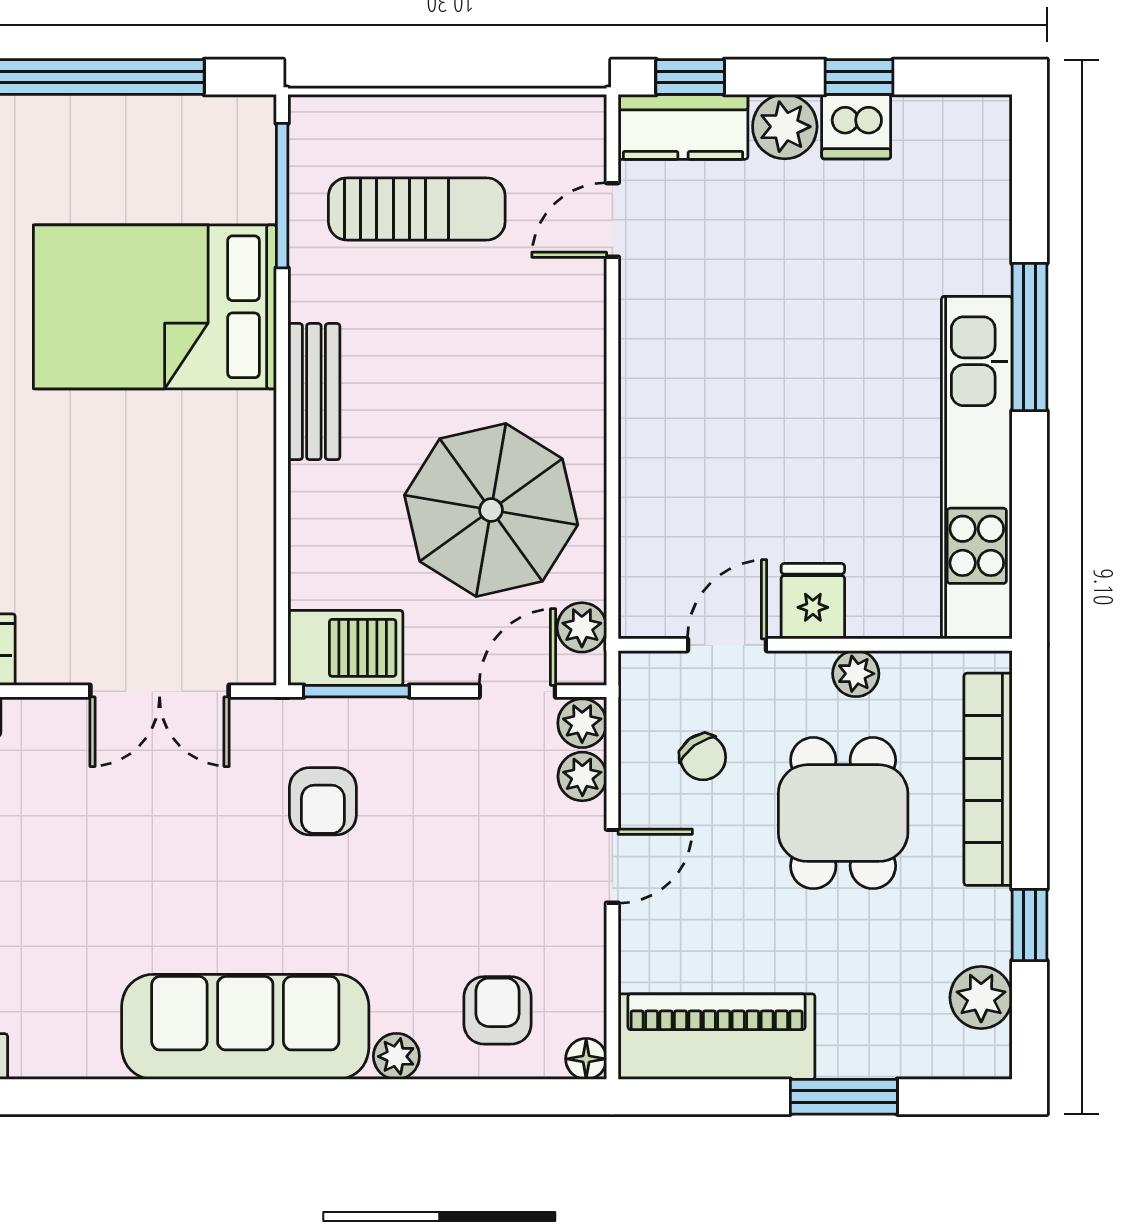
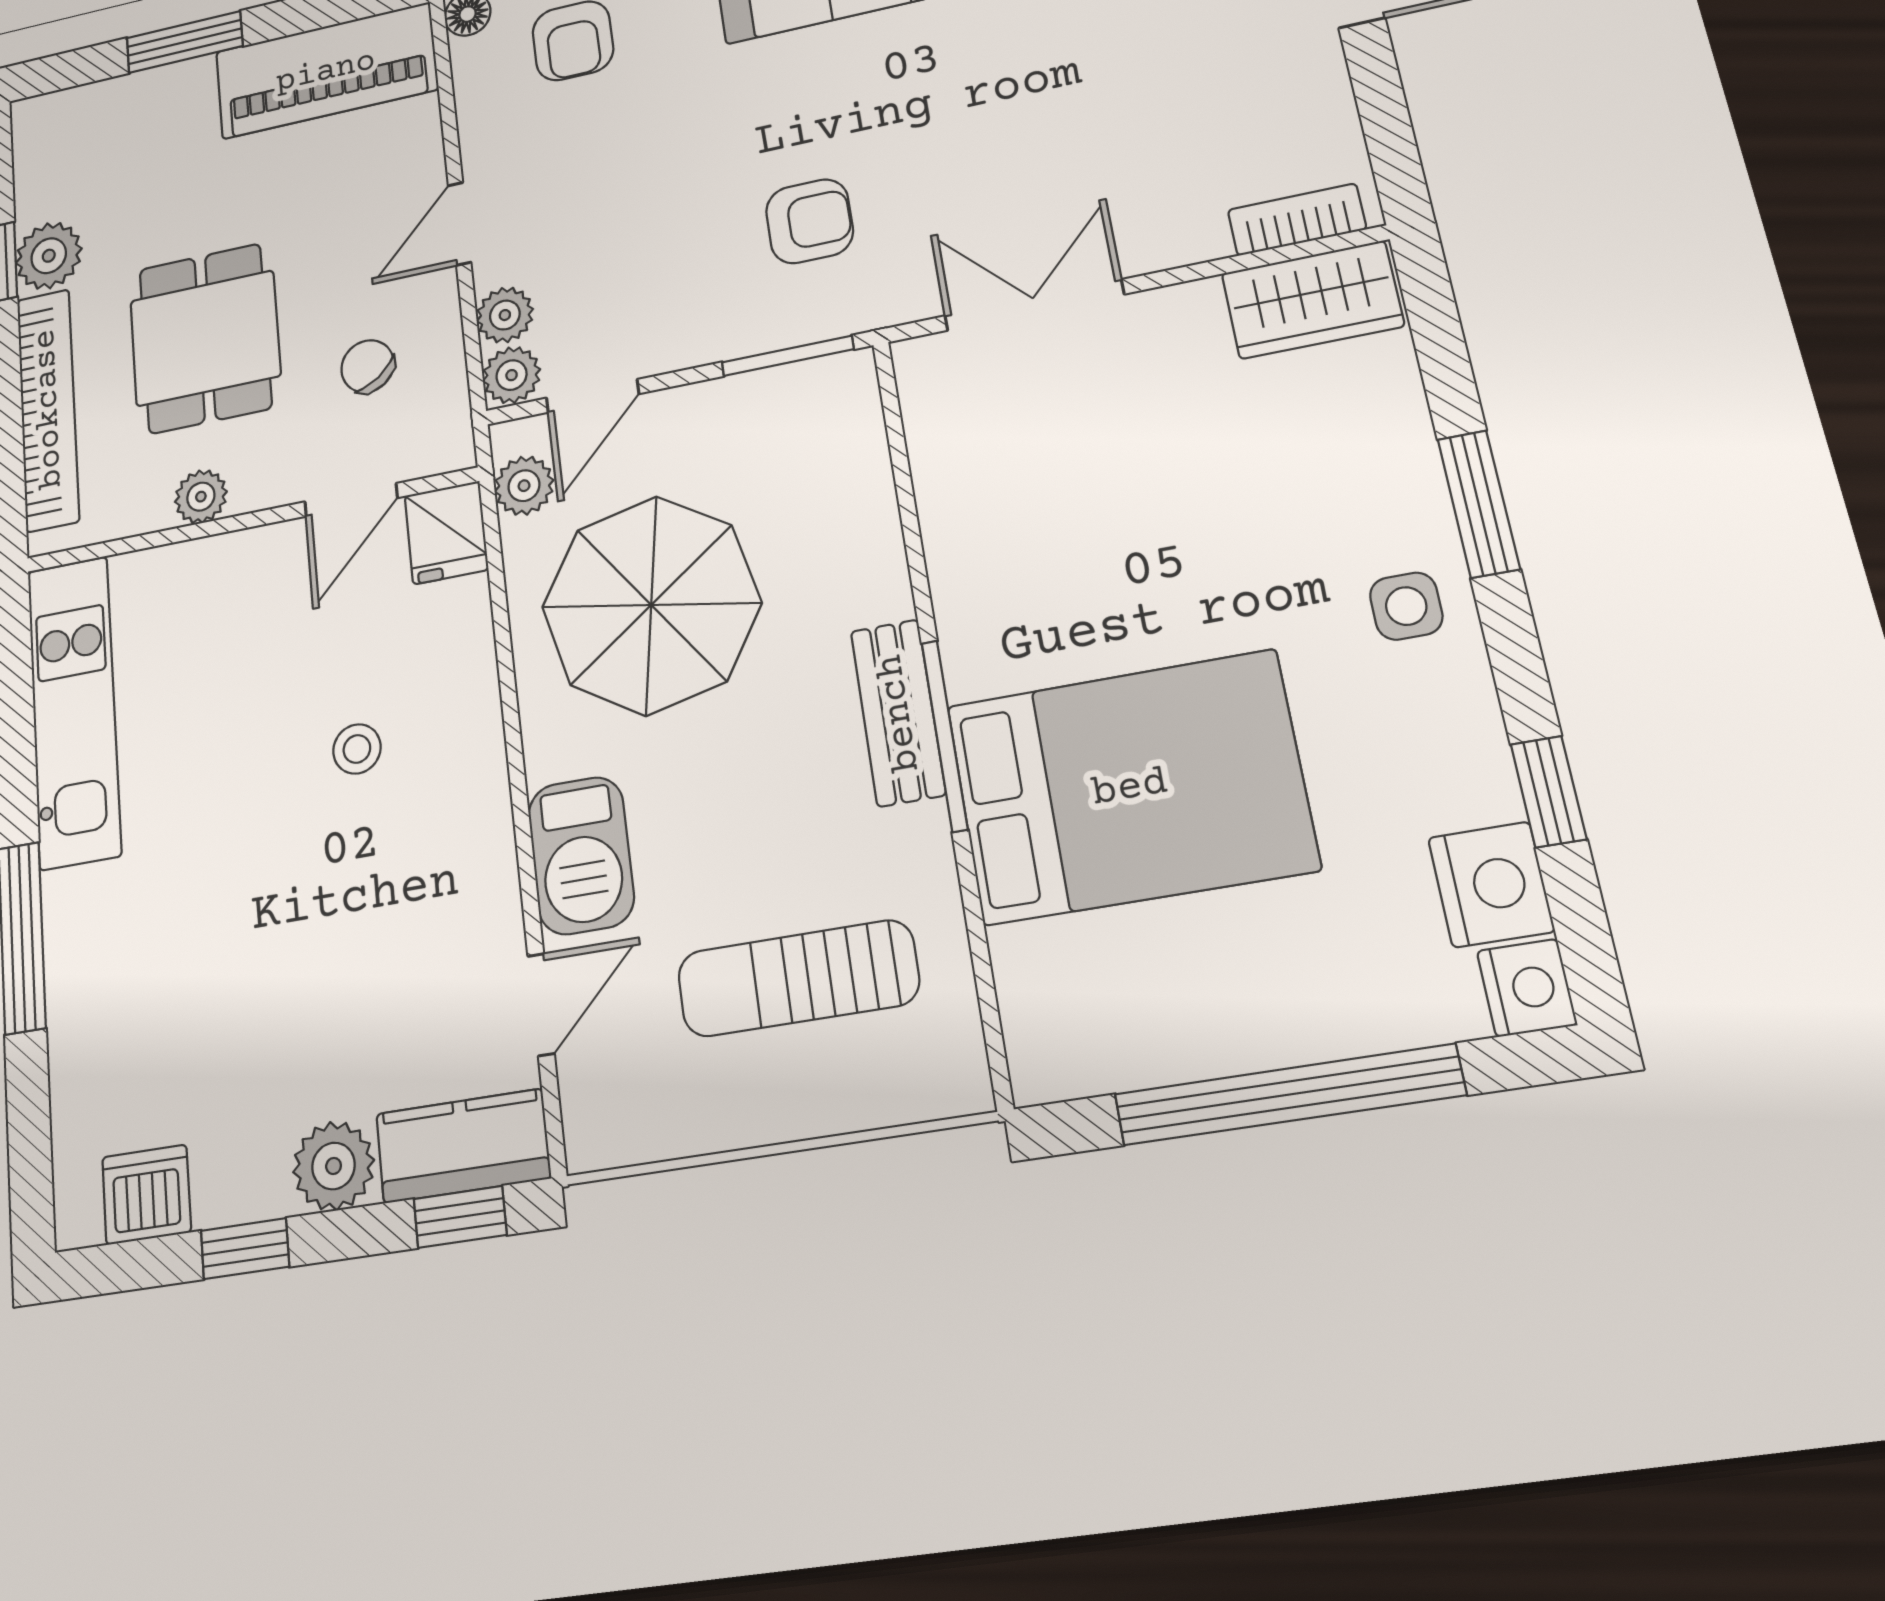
dishwasher: (856, 127) -> (146, 1195), moved
window: (282, 196) -> (945, 735), moved
stool: (740, 439) -> (357, 749), added
kitchen unit: (977, 467) -> (74, 711), width x0.73
fridge: (813, 601) -> (446, 533), moved
barbecue: (345, 648) -> (581, 855), moved, turned -90
armchair: (323, 801) -> (809, 221), turned 90
plant: (981, 997) -> (49, 256), moved

